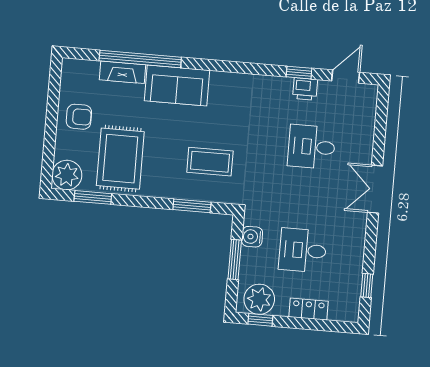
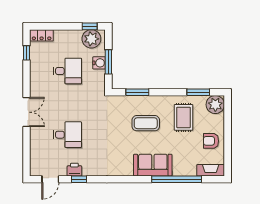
fireplace: (122, 72) -> (211, 170), moved
rug: (120, 159) -> (184, 117), width x0.73, depth x0.70
coffee table: (210, 162) -> (146, 123), moved
water cooler: (252, 237) -> (99, 63), moved
locker: (308, 309) -> (42, 35), moved

